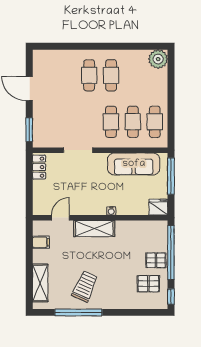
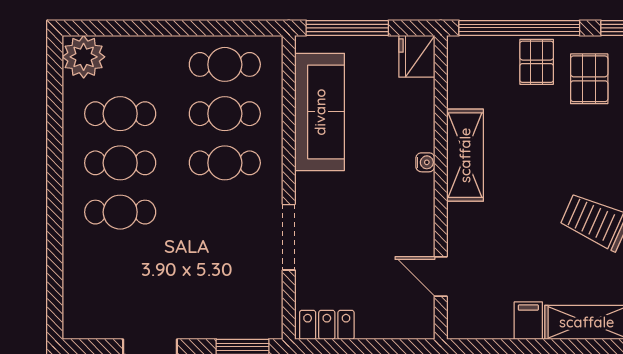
cafe table: (133, 75) -> (120, 114), added
shelving: (94, 229) -> (465, 155), moved
filing cabinet: (41, 242) -> (528, 321), moved

